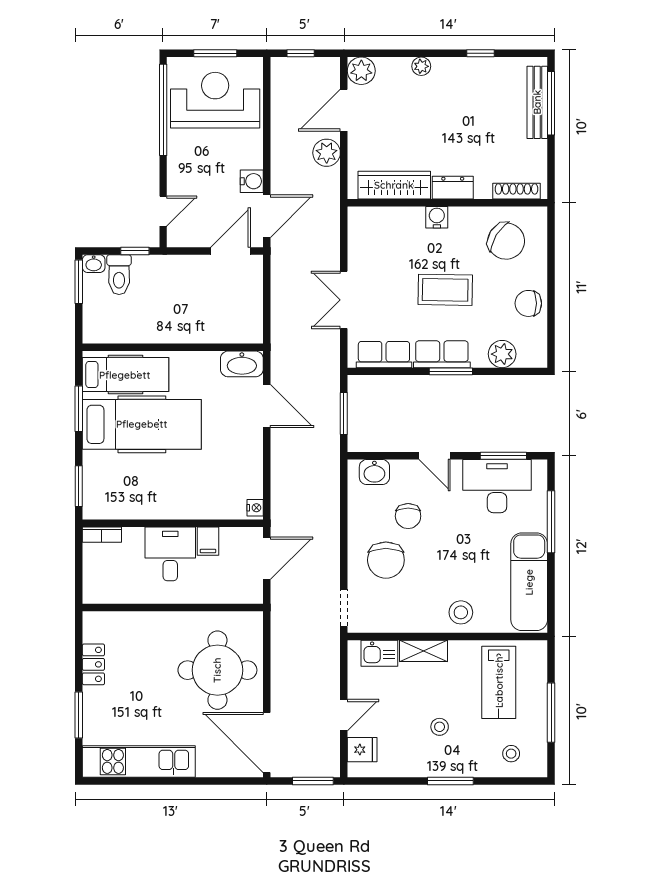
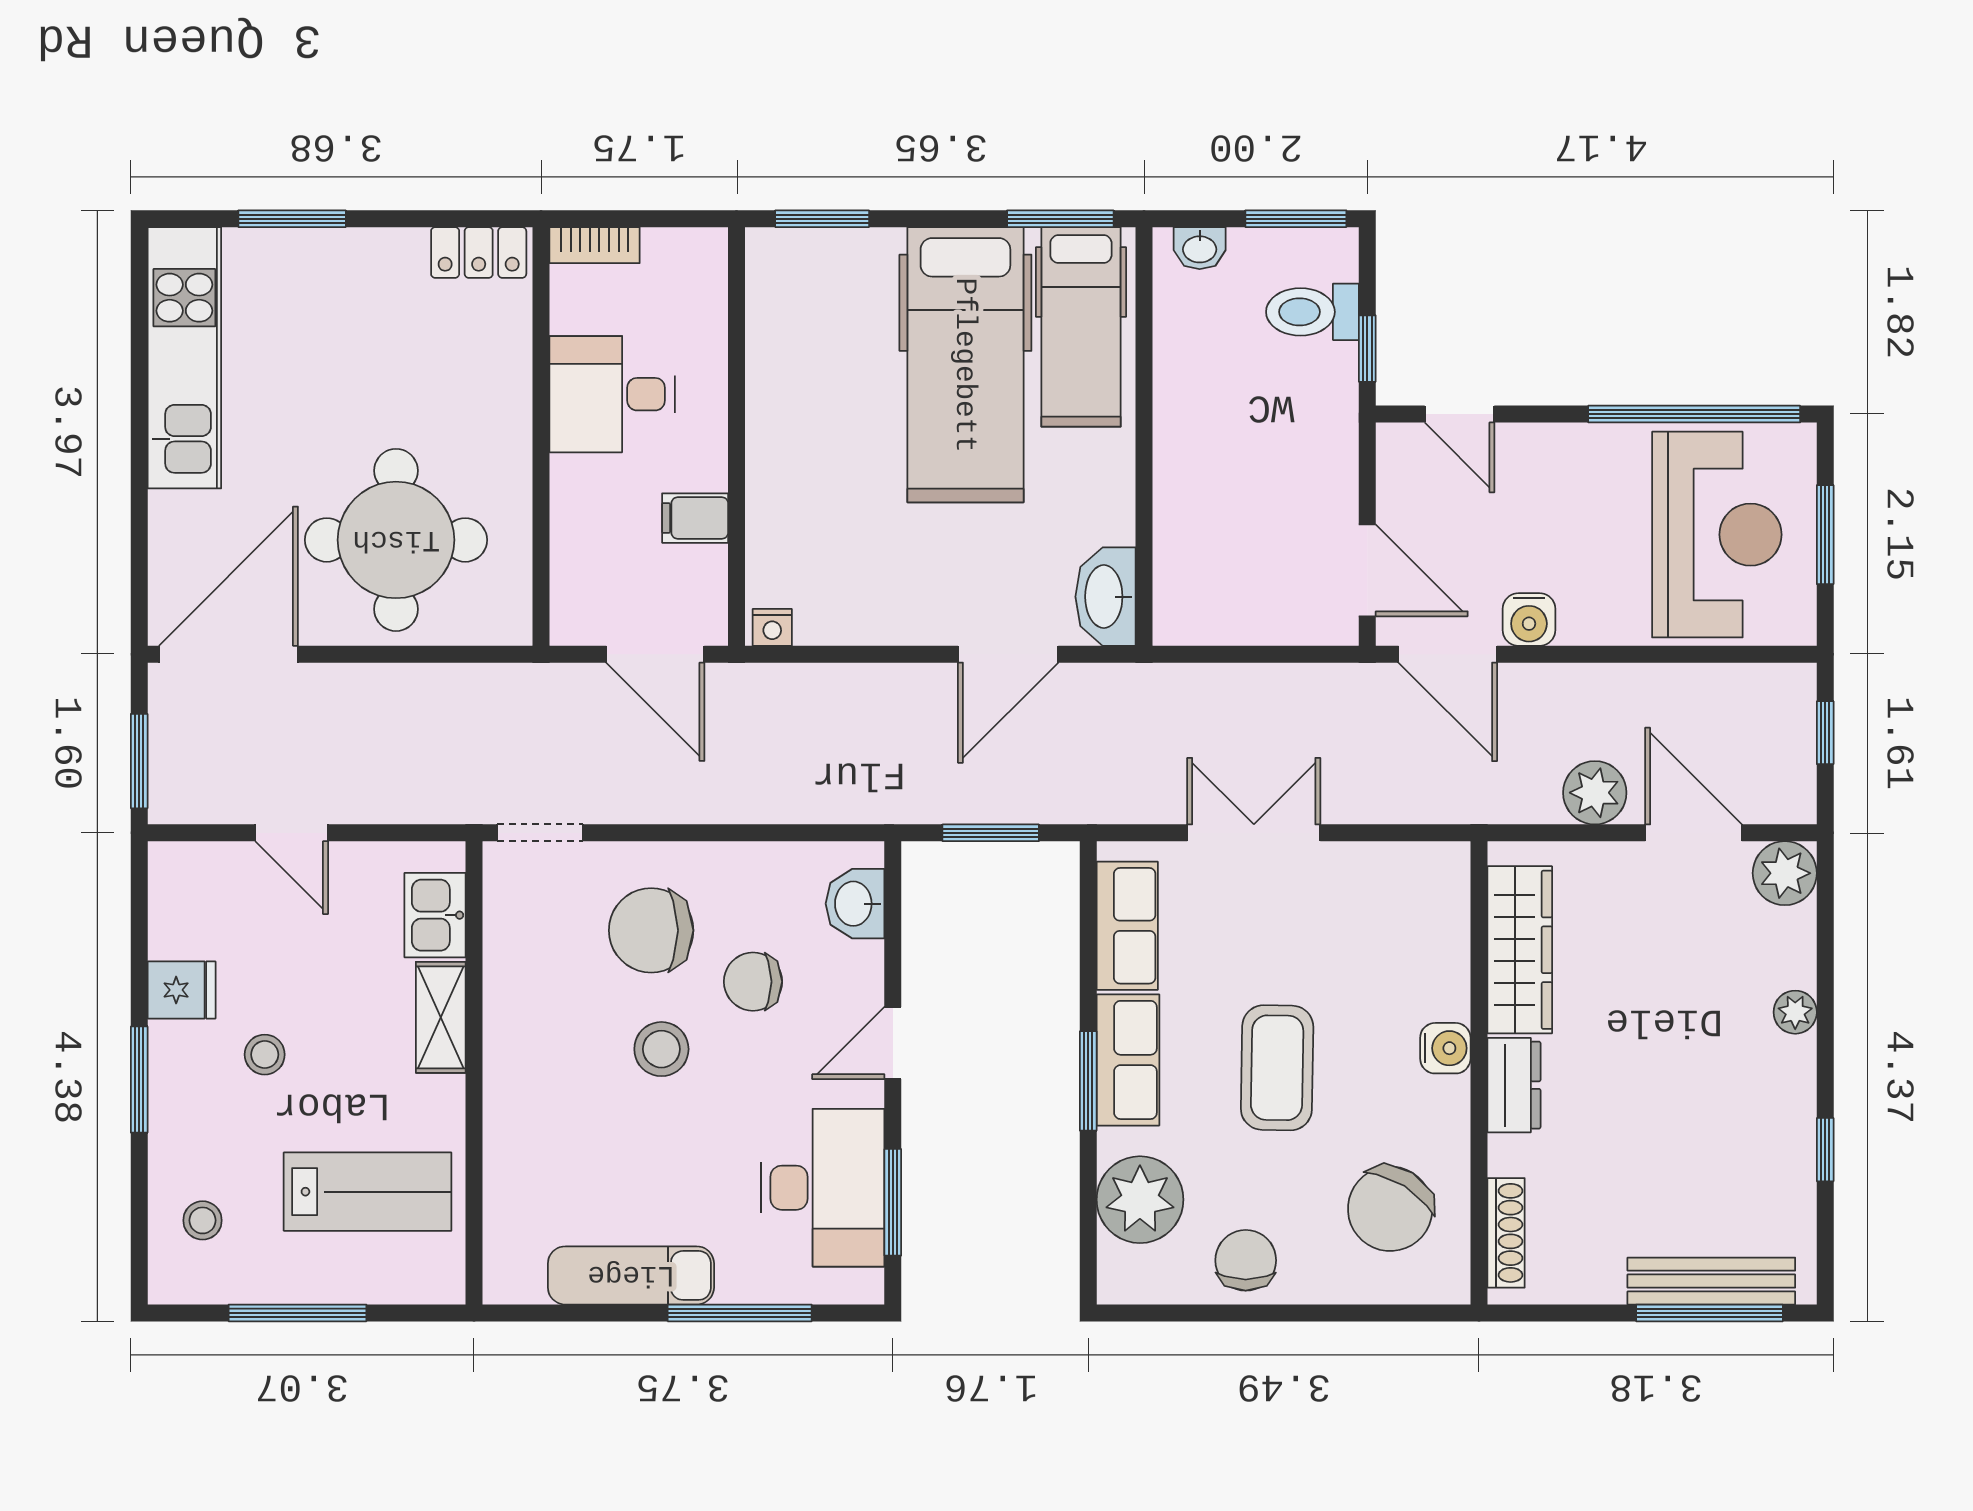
washbasin: (94, 264) -> (1200, 248), moved, turned -90
plant: (502, 354) -> (1140, 1200), width x1.36, depth x1.36
window: (79, 409) -> (1060, 219), moved
bookcase: (102, 535) -> (595, 245), moved, turned -90
desk: (170, 554) -> (612, 394), moved, turned 180
exam couch: (529, 582) -> (631, 1275), width x0.73, depth x0.69
stool: (461, 612) -> (661, 1049), moved
locker: (93, 664) -> (479, 252), moved
lab bench: (499, 682) -> (368, 1192), turned 180
fridge: (362, 750) -> (182, 990), moved, turned -90

